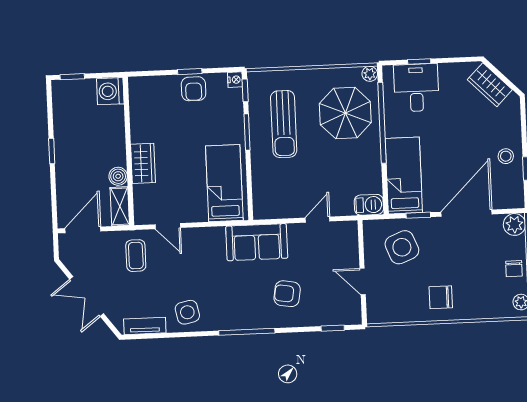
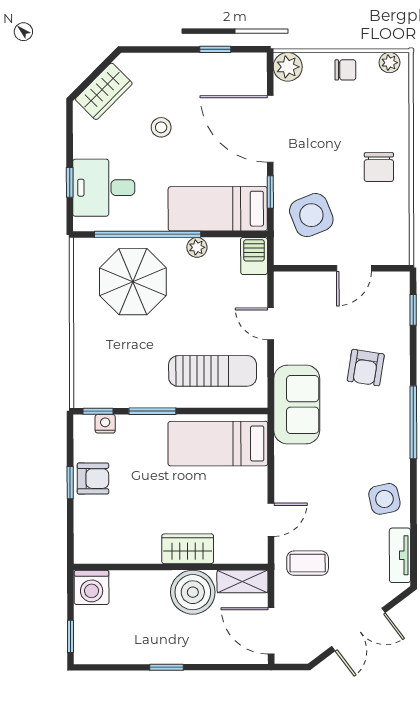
plant: (370, 74) -> (197, 247), moved
nightstand: (235, 80) -> (105, 424), moved
sun lounger: (284, 124) -> (213, 371), moved
stool: (506, 156) -> (161, 127), moved
boiler: (118, 176) -> (193, 592), width x1.86, depth x1.86

